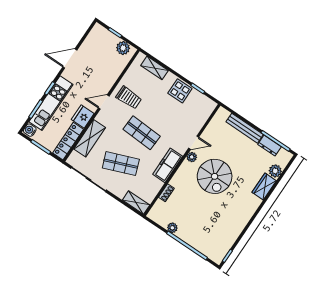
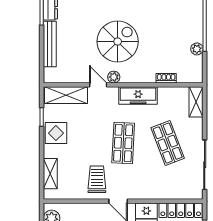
shelving: (90, 138) -> (66, 95), moved

